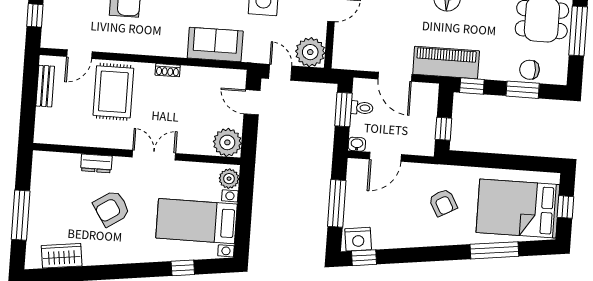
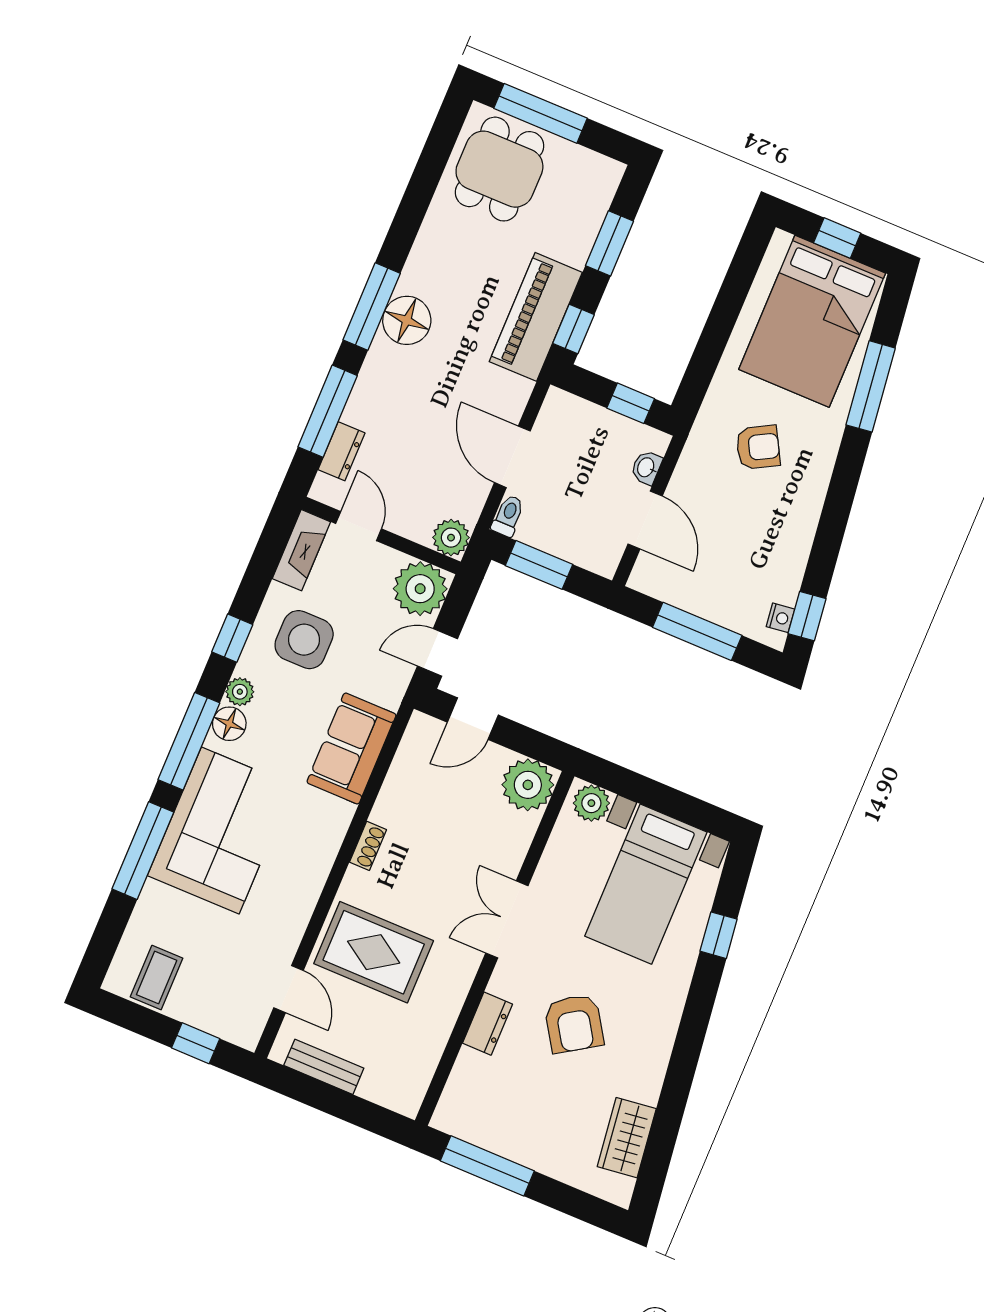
plant: (342, 59) -> (451, 538), added
piano: (446, 63) -> (536, 317), moved
chair: (530, 70) -> (579, 220), removed
door: (395, 77) -> (512, 457), swing flipped
toilet: (362, 108) -> (508, 516), moved
washbasin: (357, 144) -> (646, 468), moved
window: (21, 215) -> (487, 1166), moved
nightstand: (358, 239) -> (780, 618), width x0.53, depth x0.56

